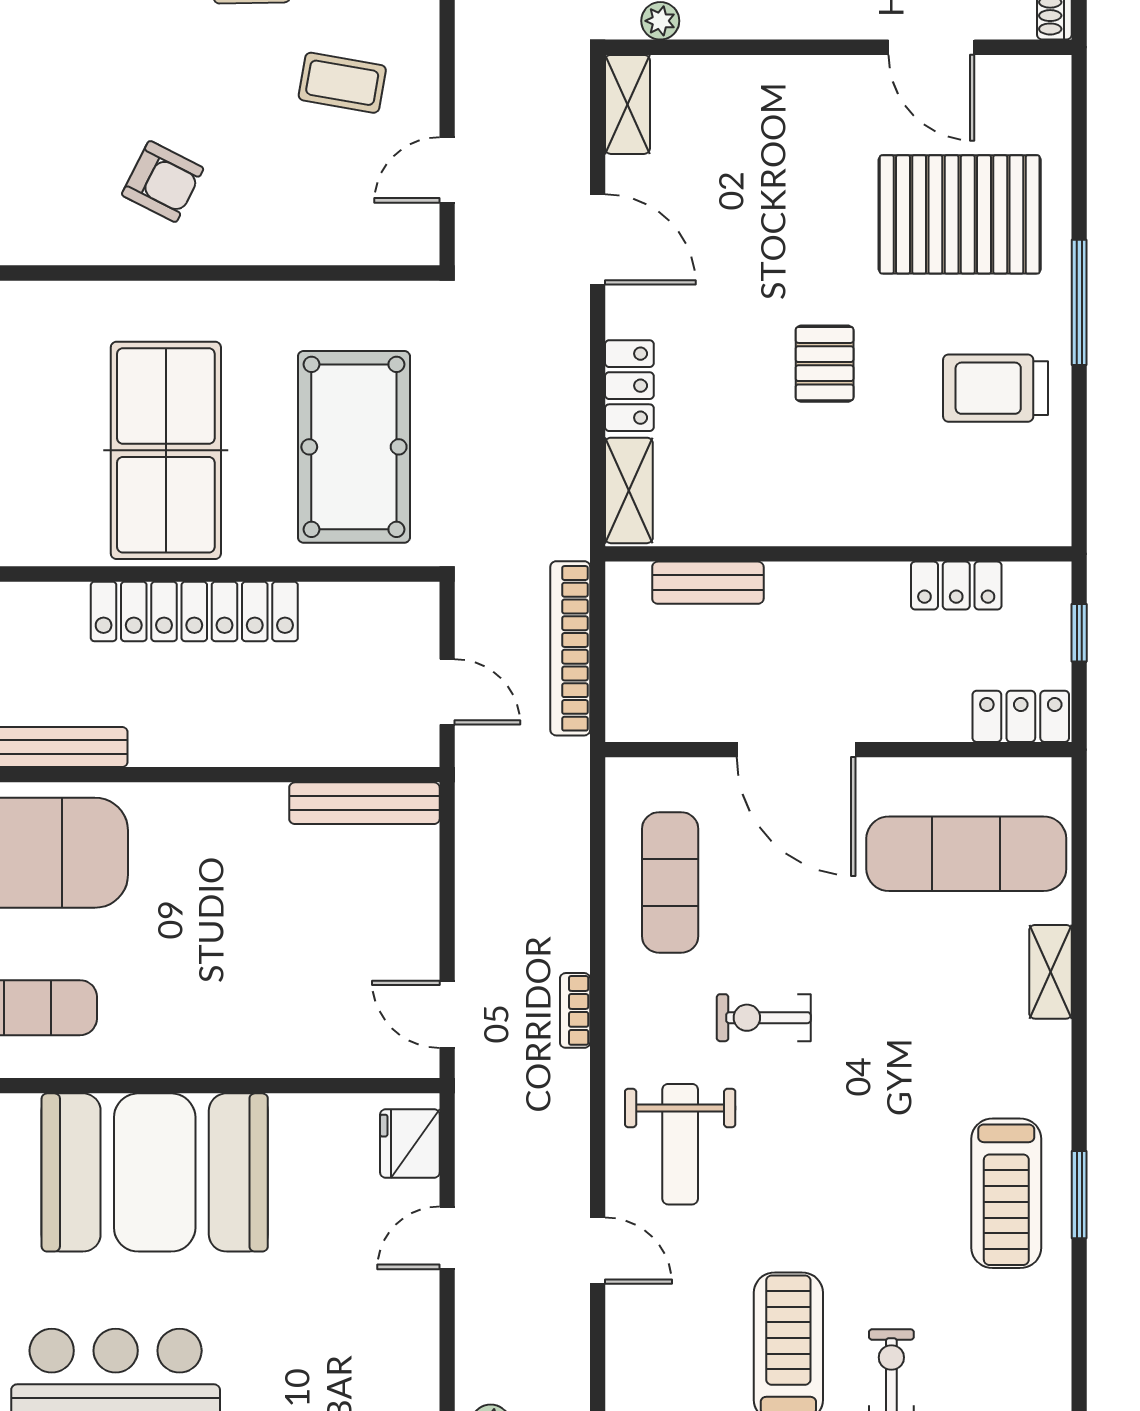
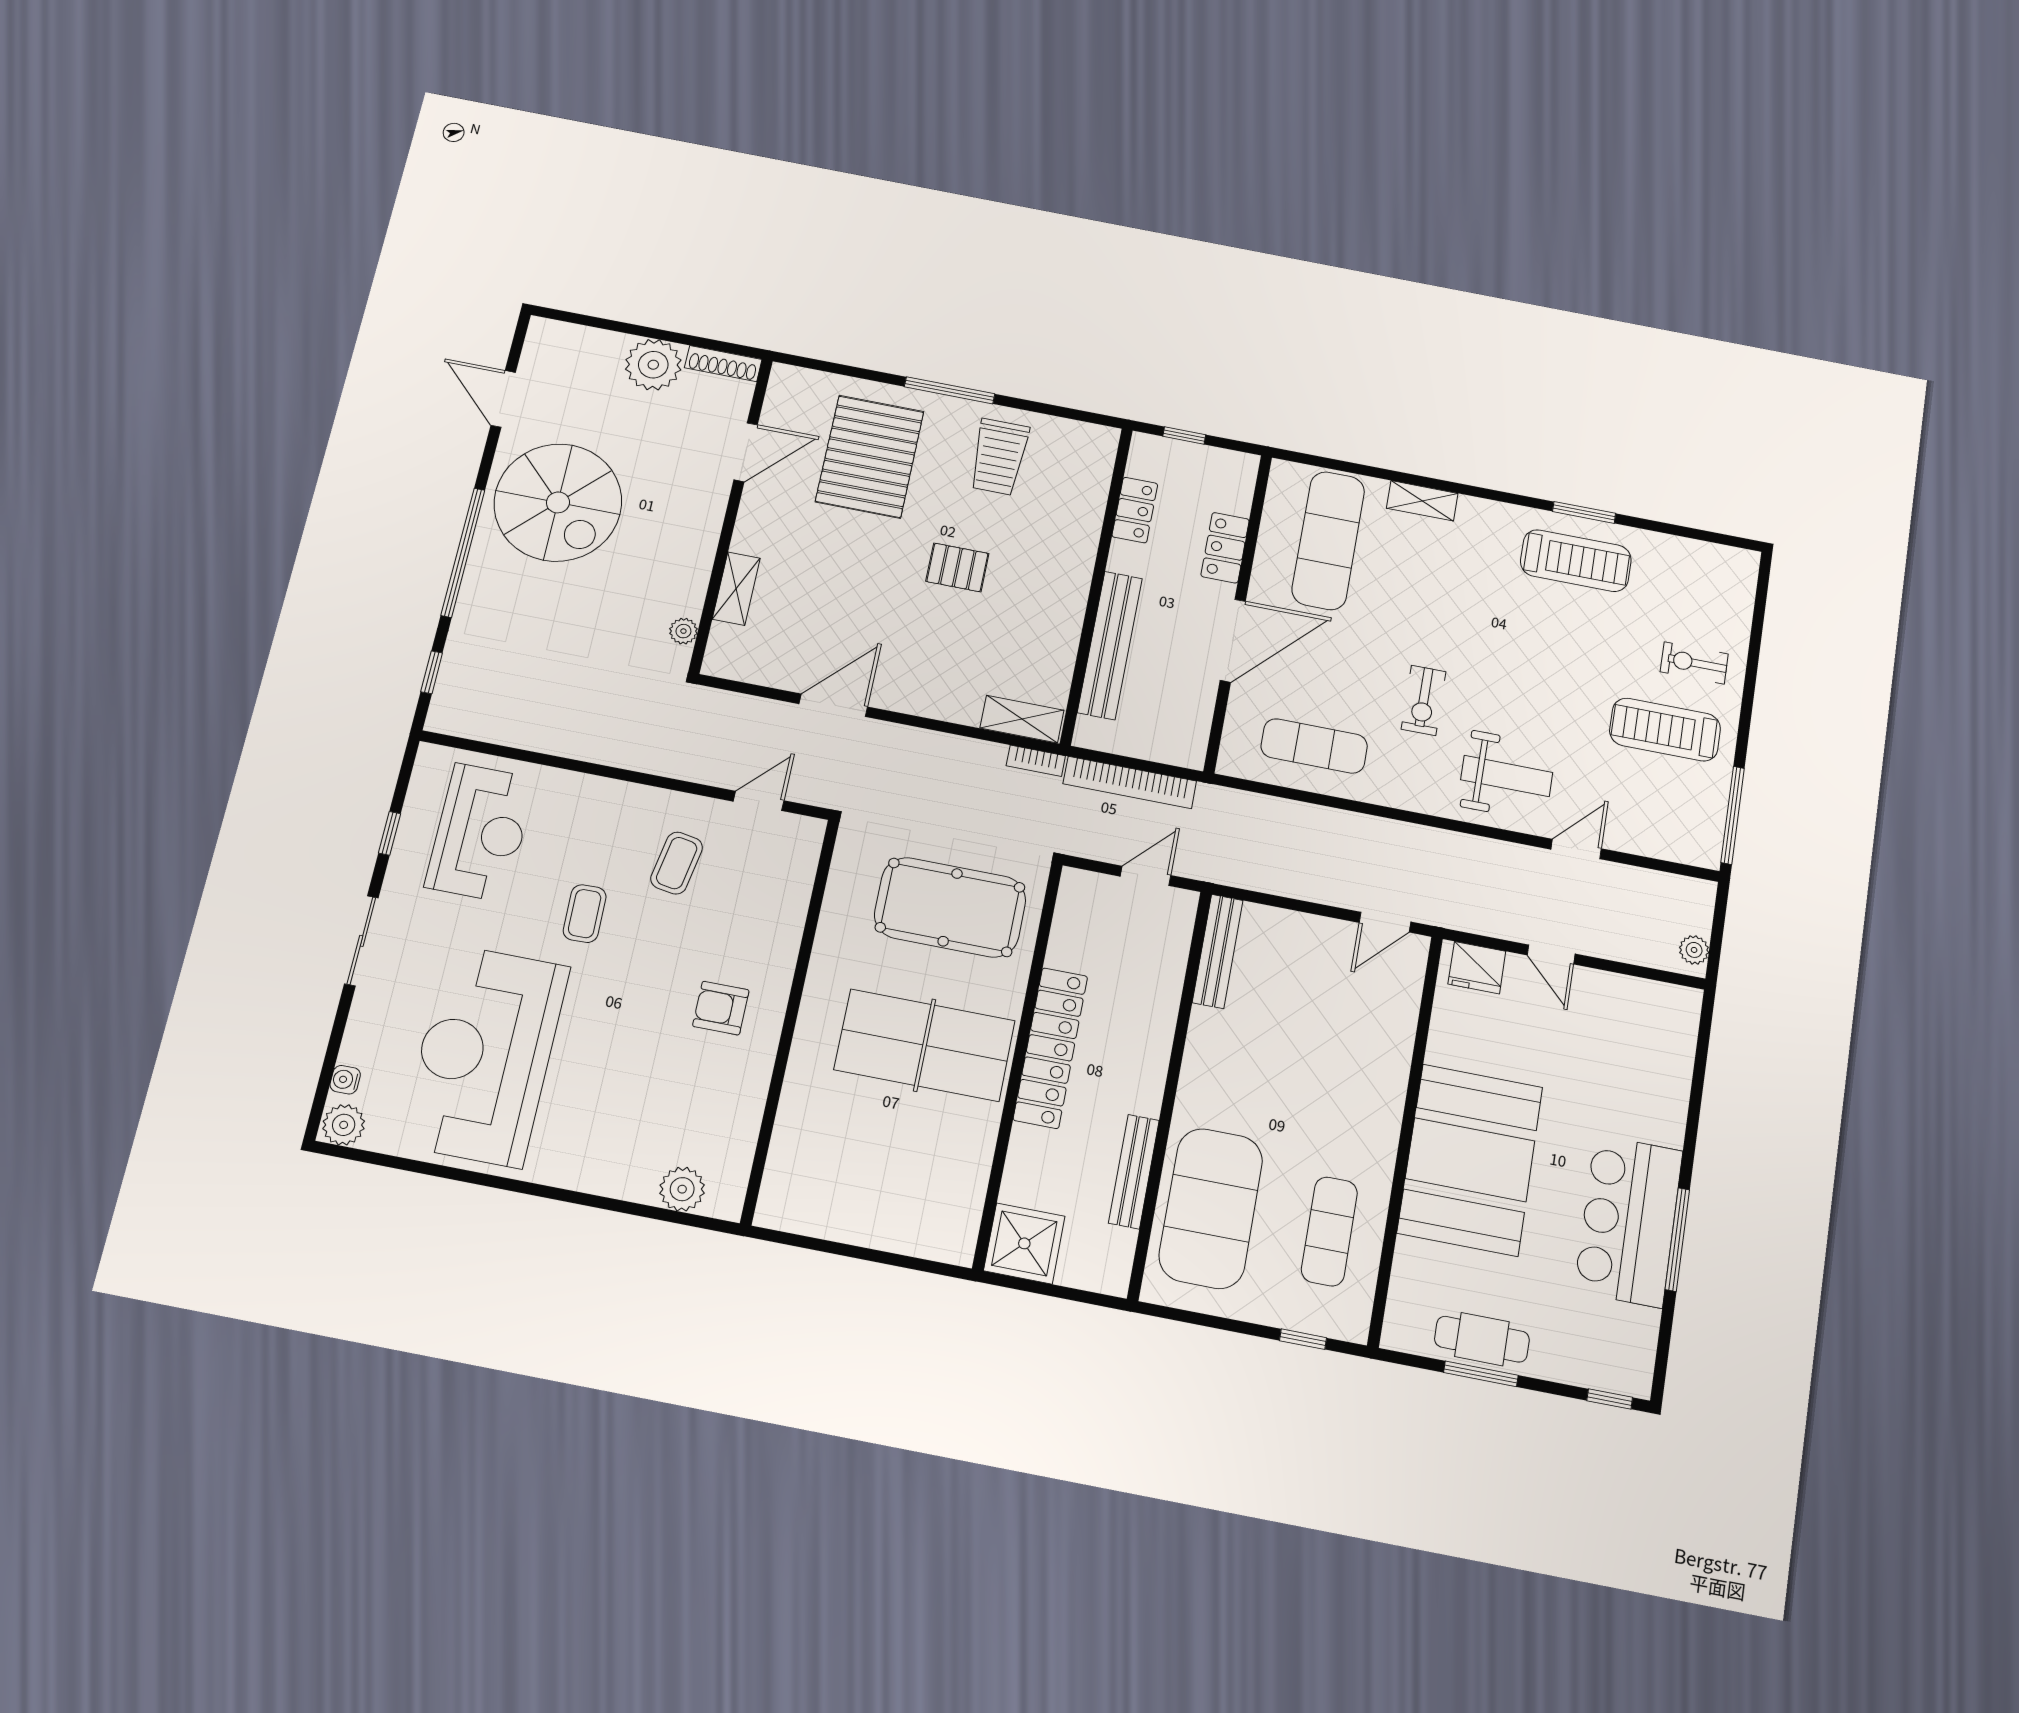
shelving: (627, 104) -> (736, 589), moved, turned 90
door: (447, 170) -> (759, 801), swing flipped
armchair: (163, 182) -> (721, 1008), turned -117
locker: (629, 386) -> (945, 704), removed
bench: (708, 583) -> (1110, 645), width x1.86, depth x1.21
locker: (1021, 716) -> (1225, 548), moved
bookcase: (575, 1010) -> (1036, 761), moved

